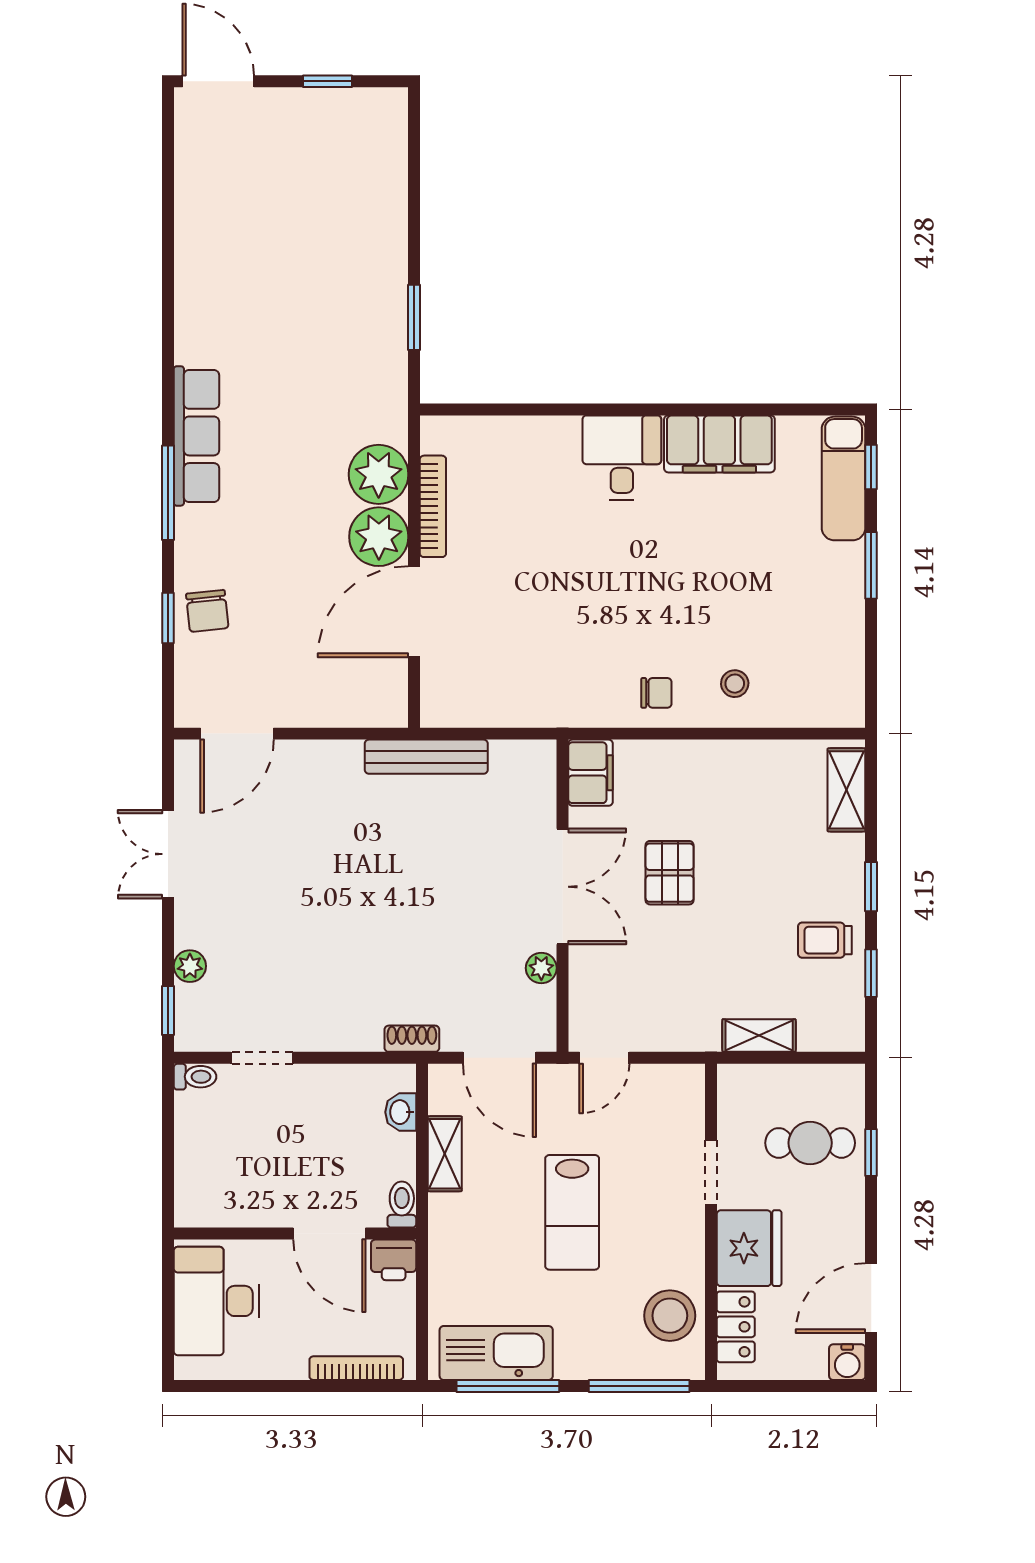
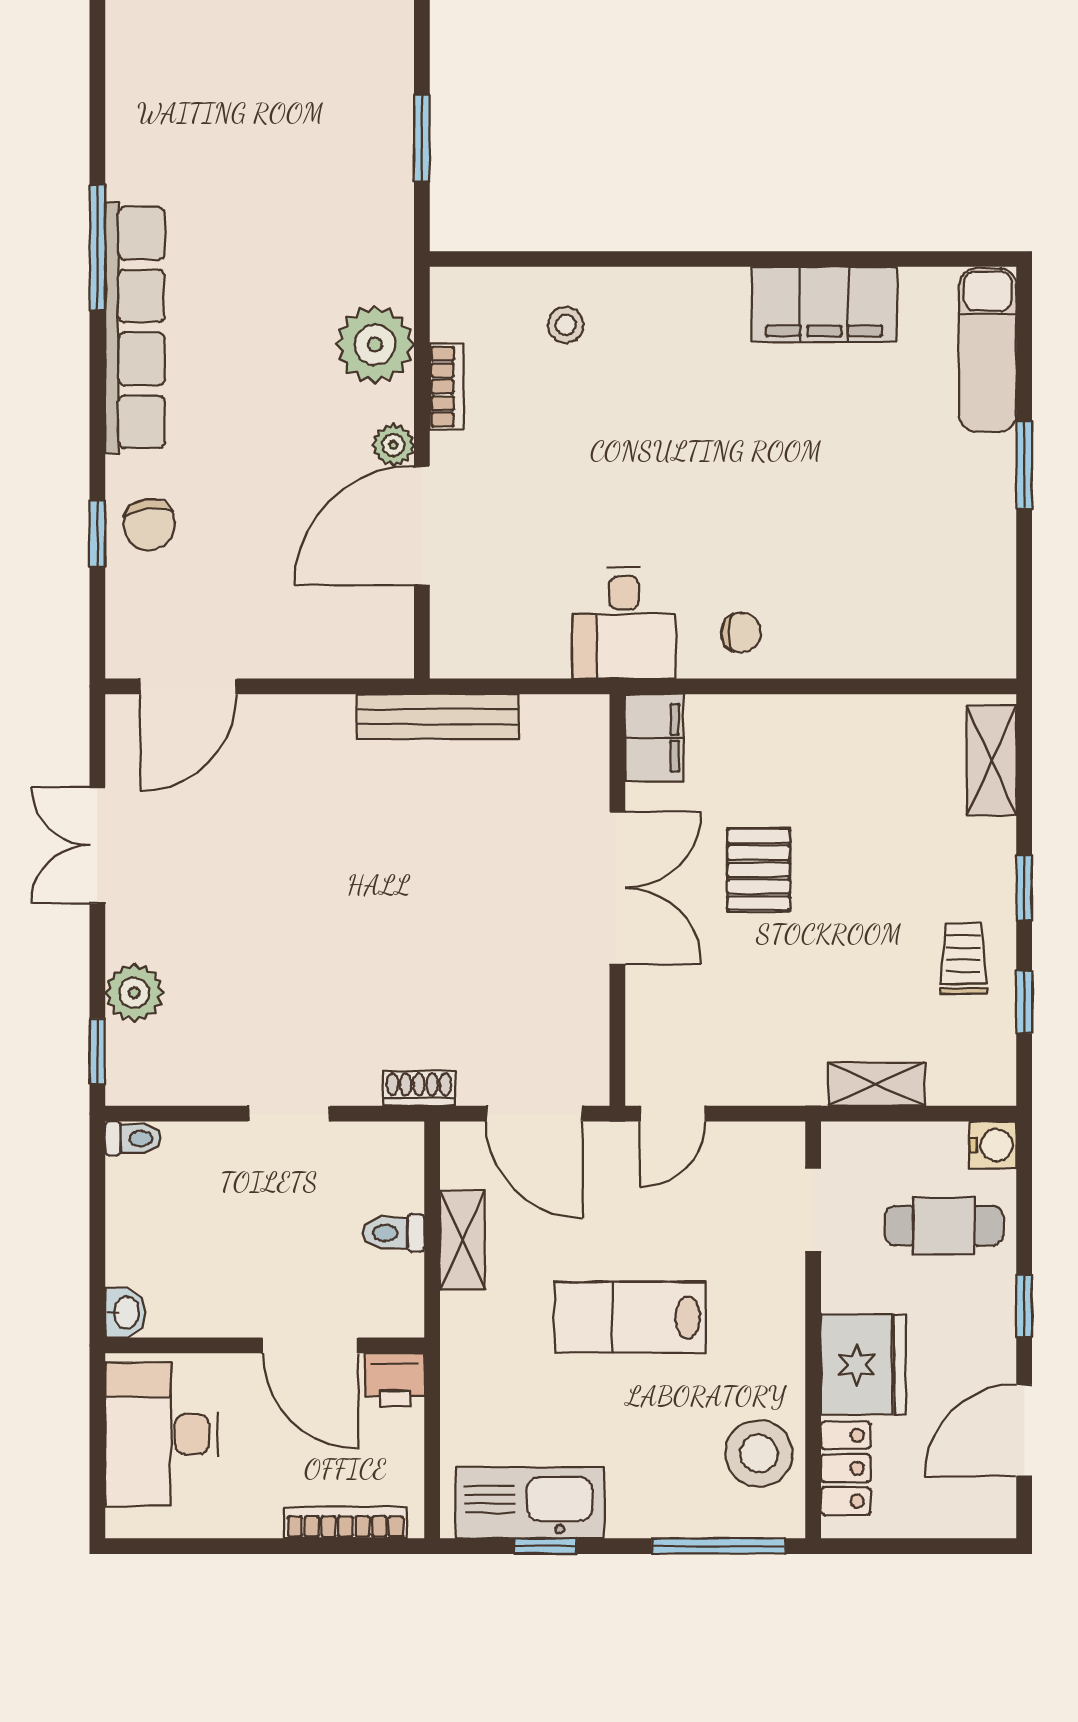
row of seats: (196, 436) -> (135, 328), width x1.36
desk: (622, 458) -> (624, 623), moved, turned 180
window: (871, 467) -> (1024, 335), removed
window: (168, 493) -> (97, 248), moved
bookcase: (433, 506) -> (447, 387), width x0.64
plant: (379, 537) -> (393, 445), width x0.53, depth x0.53
stool: (735, 684) -> (566, 325), moved
trolley: (825, 940) -> (963, 959), turned 90
plant: (190, 966) -> (134, 993), width x1.38, depth x1.38
plant: (541, 968) -> (589, 995), removed
doorway: (262, 1058) -> (289, 1114), moved
washbasin: (401, 1112) -> (125, 1313), moved, turned 180
window: (871, 1153) -> (1024, 1306), moved
doorway: (711, 1172) -> (813, 1210), moved
toilet: (402, 1205) -> (394, 1233), moved, turned -90
lab bench: (572, 1212) -> (630, 1317), turned 90
water cooler: (847, 1362) -> (993, 1145), moved, turned -90
window: (508, 1386) -> (545, 1546), width x0.46

